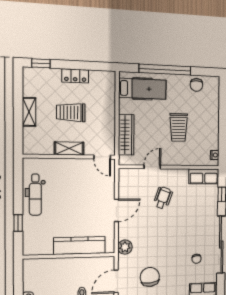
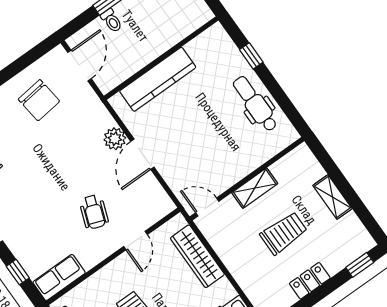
plant: (125, 247) -> (115, 139), moved

